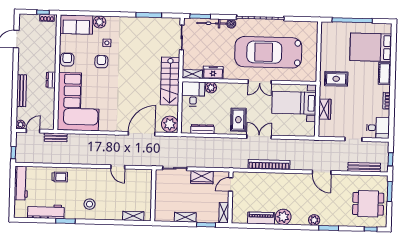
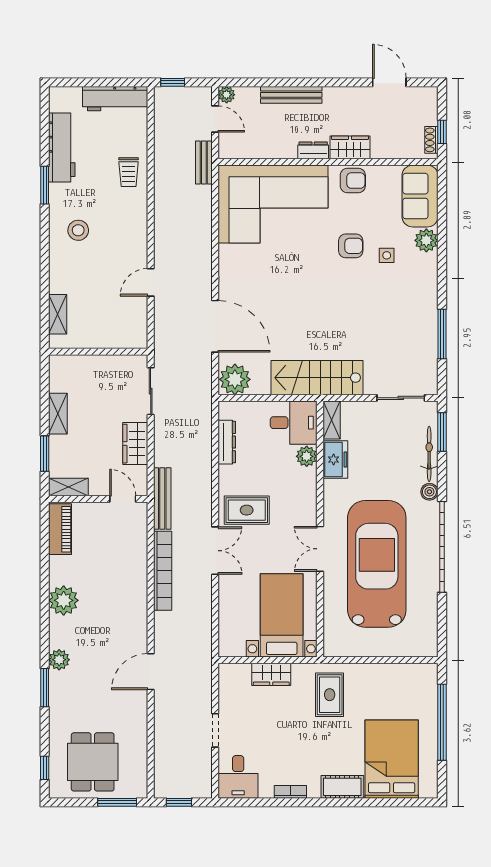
wardrobe: (50, 61) -> (350, 147), added
bench: (364, 167) -> (162, 499), moved
piano: (261, 218) -> (60, 529), moved

